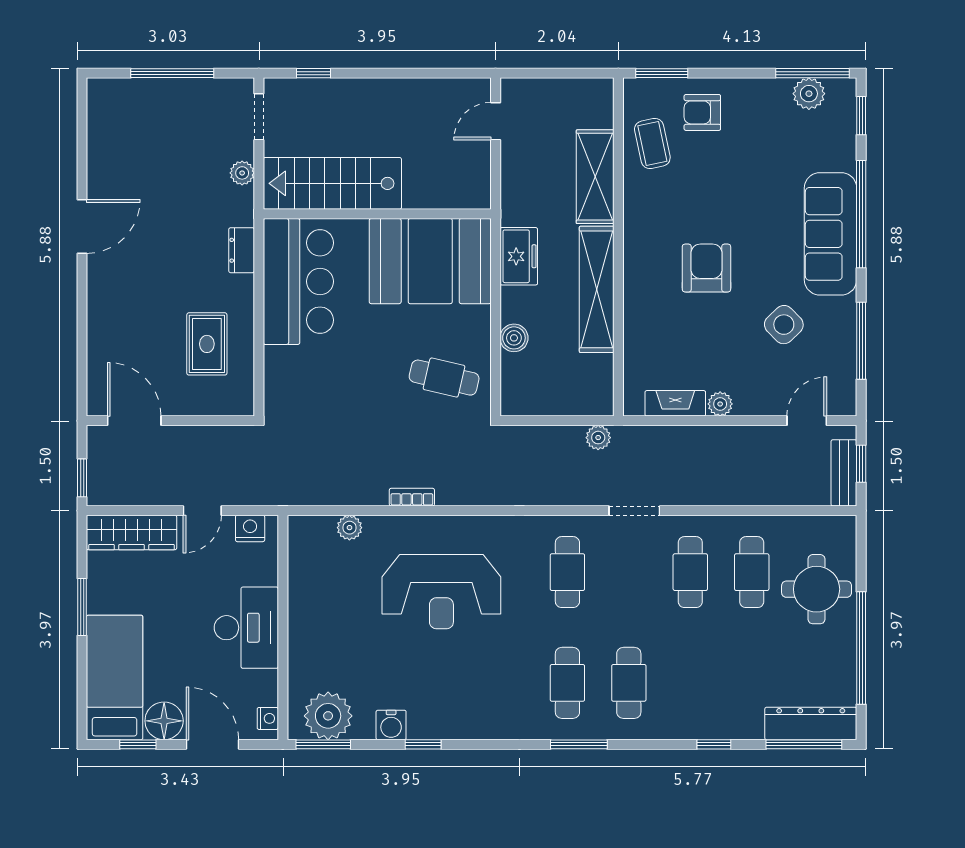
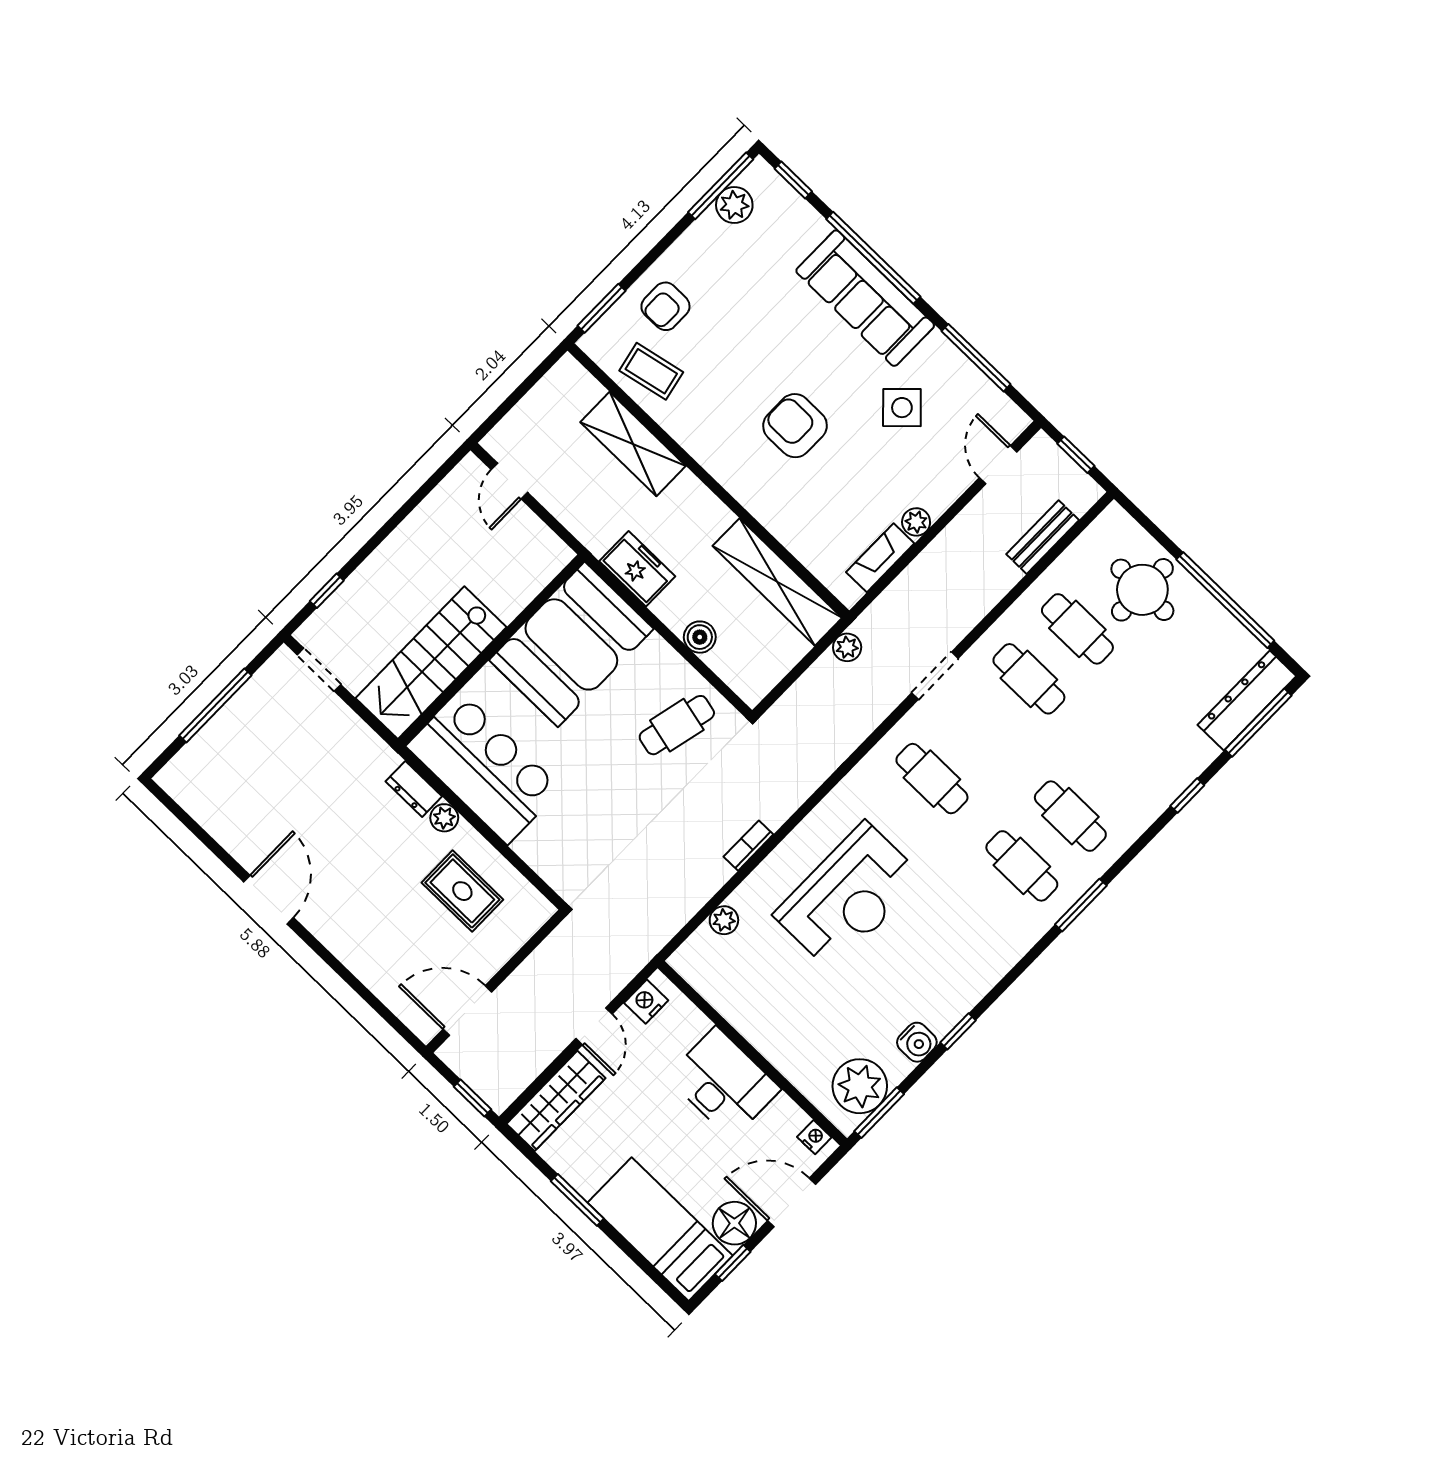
plant: (242, 173) -> (444, 818), moved
shelving: (597, 289) -> (777, 582), moved
bench: (844, 473) -> (1043, 537), moved, turned 90

